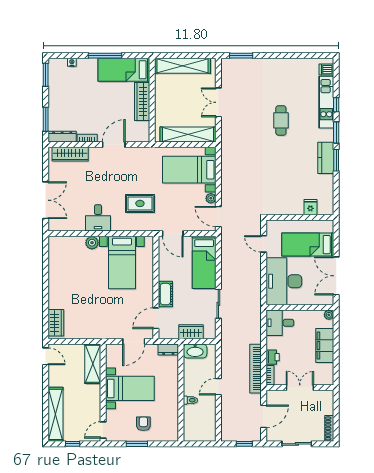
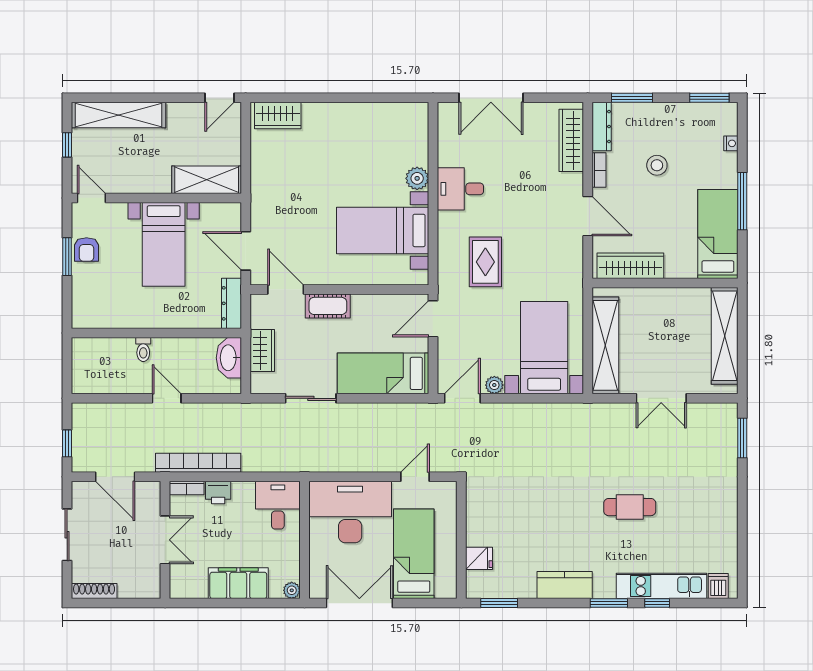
wardrobe: (142, 102) -> (630, 266), moved
double door: (218, 102) -> (661, 398), swing flipped
stool: (84, 105) -> (657, 165), added
window: (336, 160) -> (499, 603), moved
dresser: (168, 349) -> (231, 303), width x1.44
armchair: (143, 424) -> (87, 250), moved, turned 90

